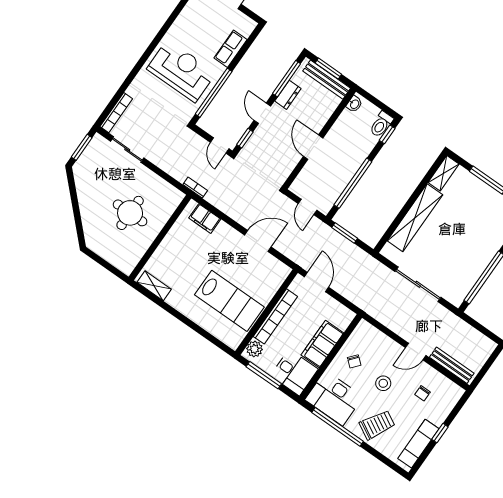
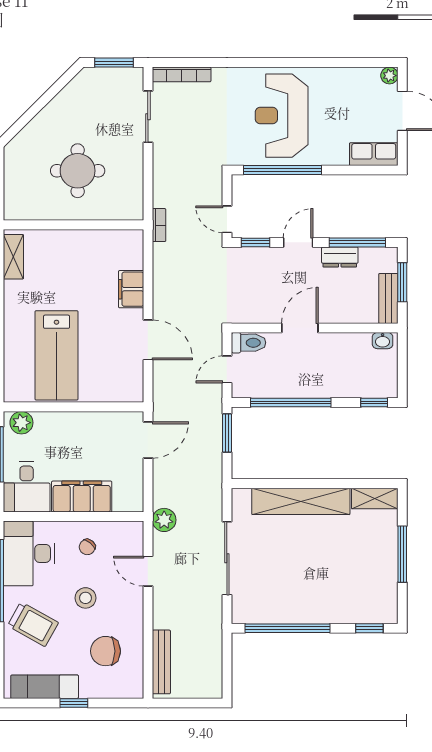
row of seats: (231, 49) -> (374, 154), moved
reception desk: (181, 71) -> (282, 116), turned 180
bench: (327, 80) -> (388, 298), width x0.73
toilet: (381, 124) -> (248, 343), moved, turned 180
door: (220, 145) -> (227, 219), hinge flipped
filing cabinet: (205, 219) -> (131, 289), moved
plant: (370, 305) -> (164, 520), added
bookcase: (275, 316) -> (76, 421), removed
door: (416, 352) -> (148, 571), moved
chair: (423, 393) -> (106, 651), width x1.87, depth x1.87

